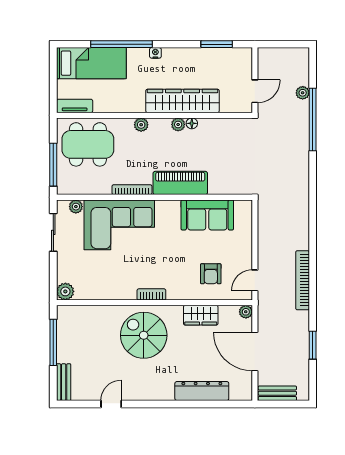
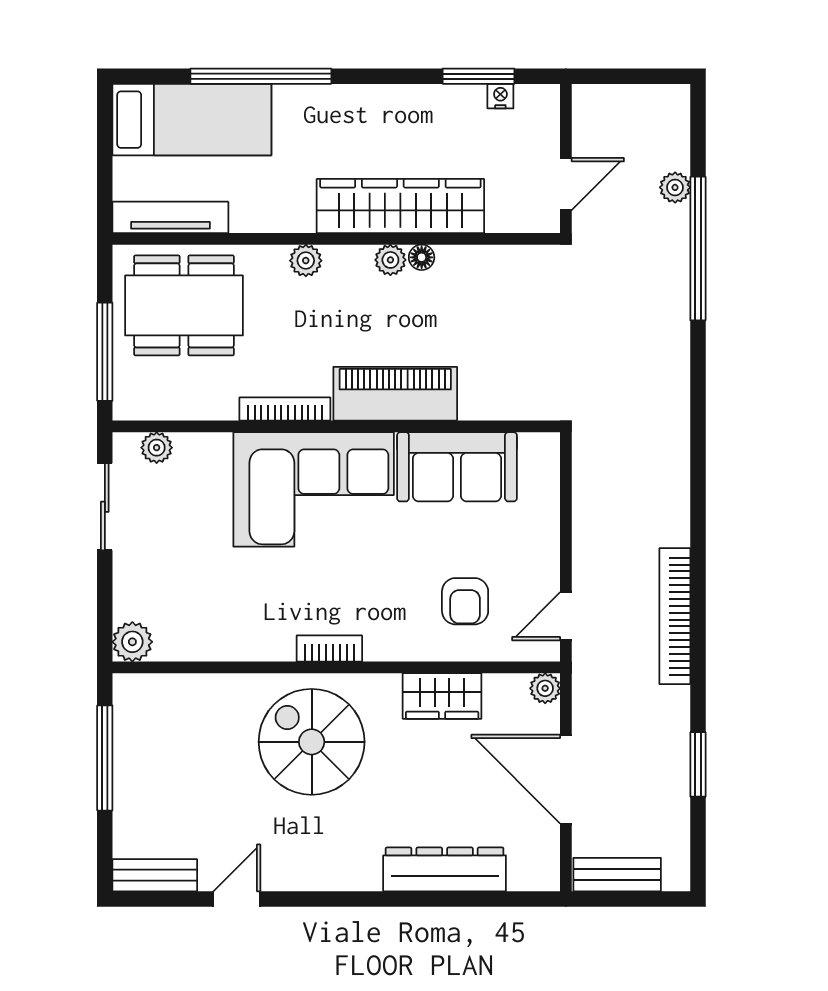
nightstand: (155, 53) -> (500, 96), moved
tv unit: (75, 106) -> (170, 217), width x1.41
corner sofa: (119, 225) -> (314, 489), moved
bench: (64, 382) -> (155, 875), moved, turned 90

